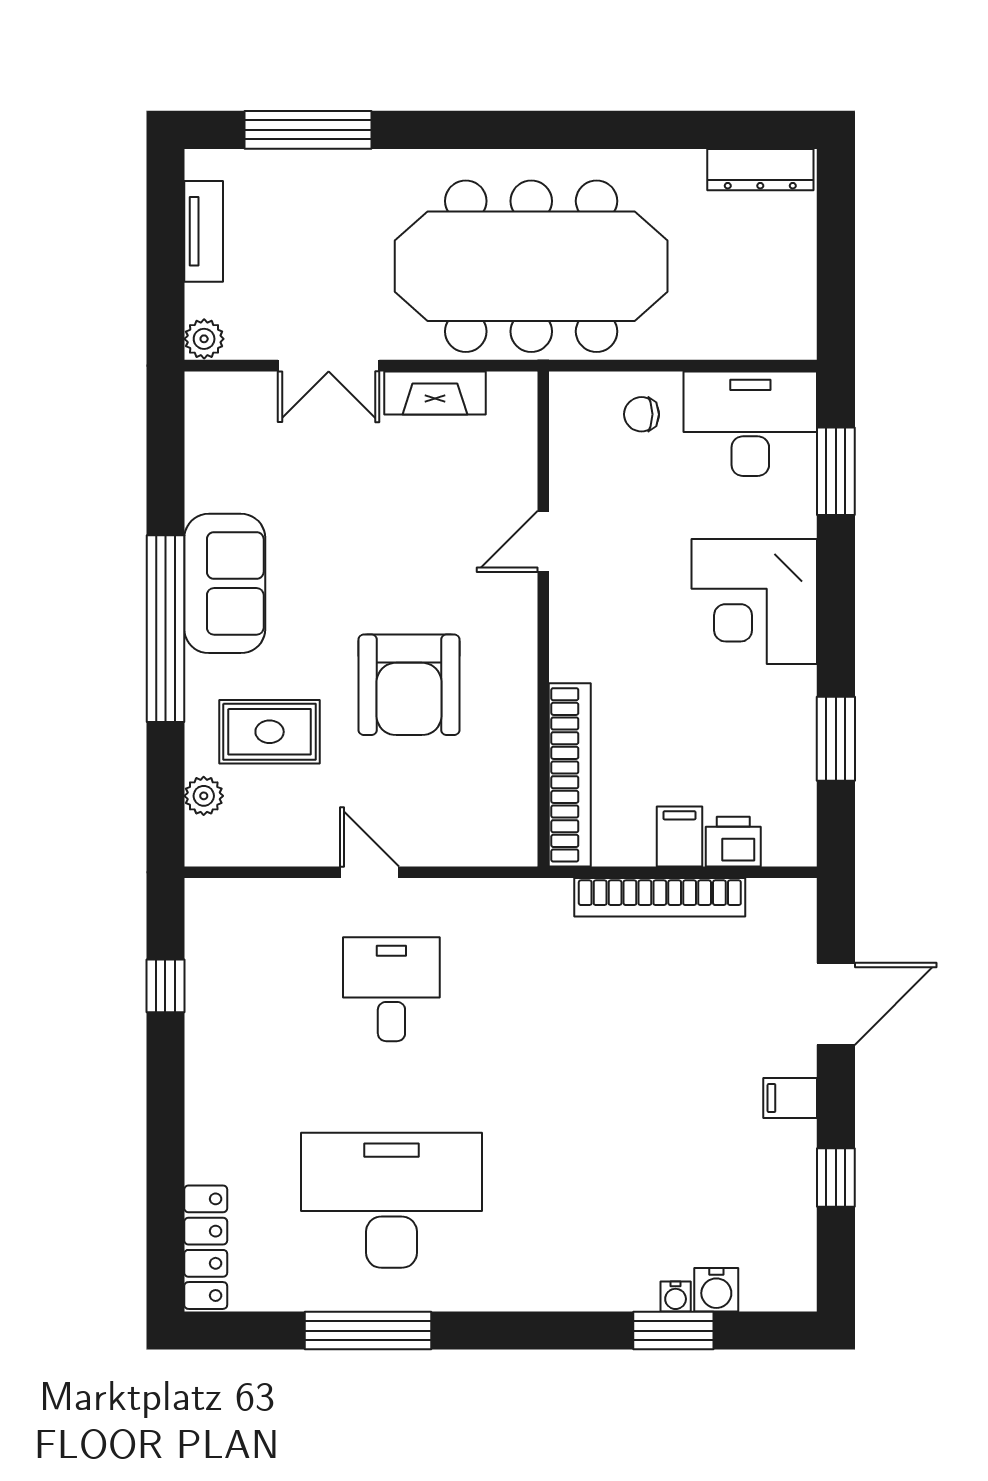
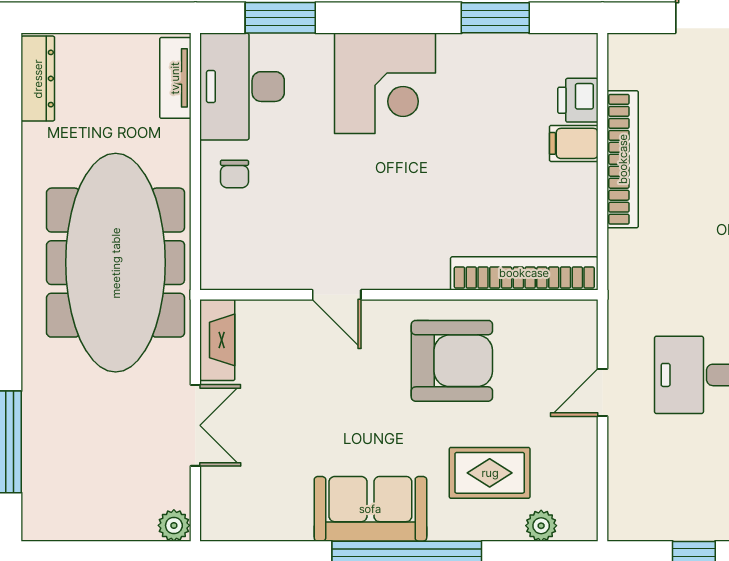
tv unit: (204, 231) -> (175, 78), moved, turned -90
door: (543, 541) -> (337, 295), moved
wall: (543, 619) -> (399, 295), moved
rug: (270, 732) -> (490, 473), turned 90
bookcase: (570, 775) -> (524, 273), moved

